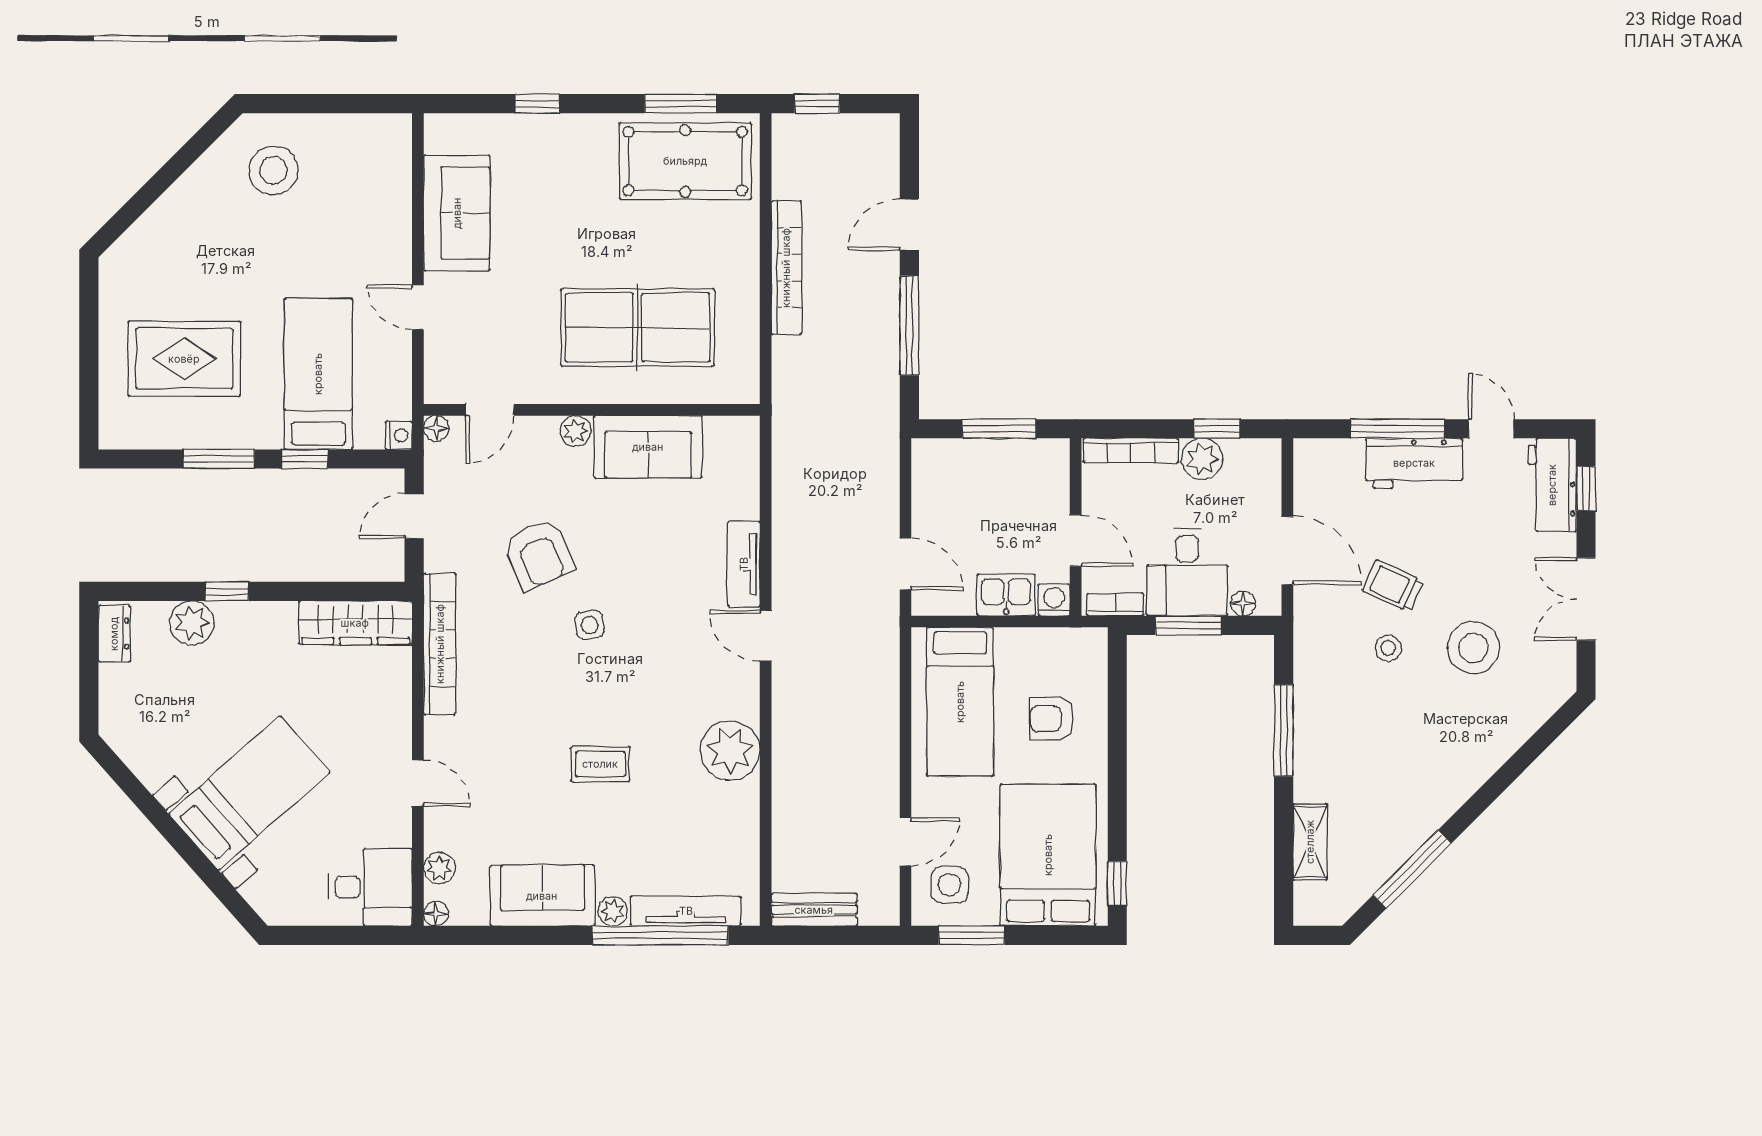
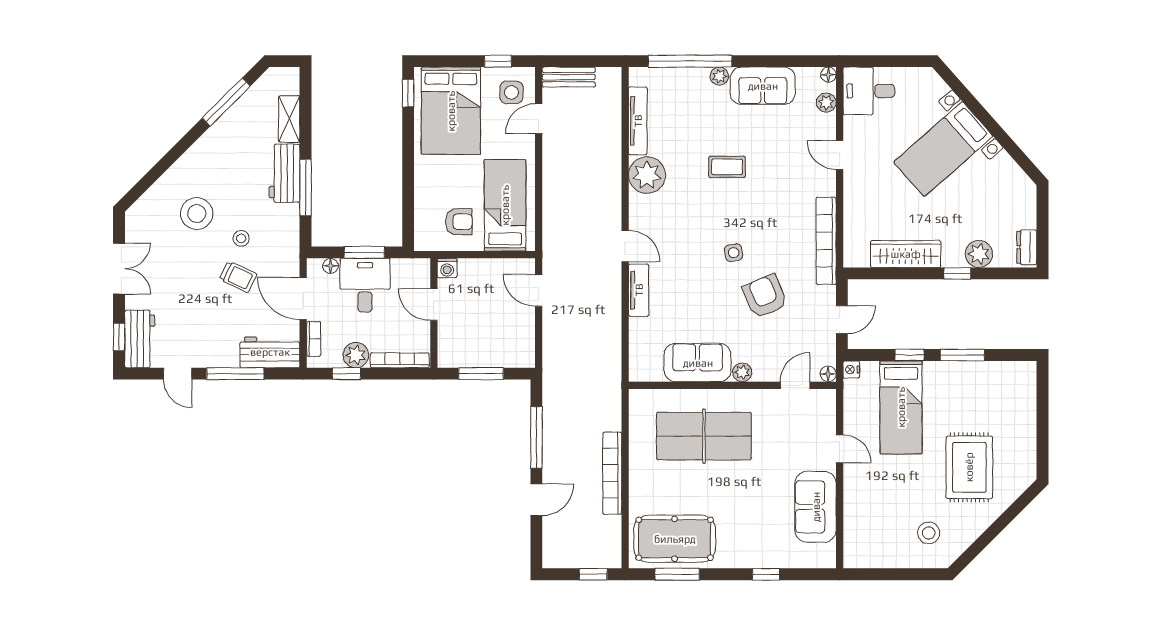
stool: (273, 170) -> (929, 533), width x0.73, depth x0.73
rug: (184, 359) -> (969, 467), moved, turned 90
workbench: (1414, 463) -> (270, 352), moved
kitchen sink: (1006, 595) -> (477, 271), removed
bookcase: (1115, 605) -> (314, 339), moved, turned -90
wardrobe: (355, 623) -> (906, 254), moved
stool: (1473, 648) -> (197, 214), moved
armchair: (1052, 719) -> (459, 222), moved
workbench: (1318, 754) -> (285, 173), added
bench: (814, 910) -> (569, 77), moved
tv unit: (686, 911) -> (638, 121), moved, turned -90
window: (972, 935) -> (498, 61), width x0.67

